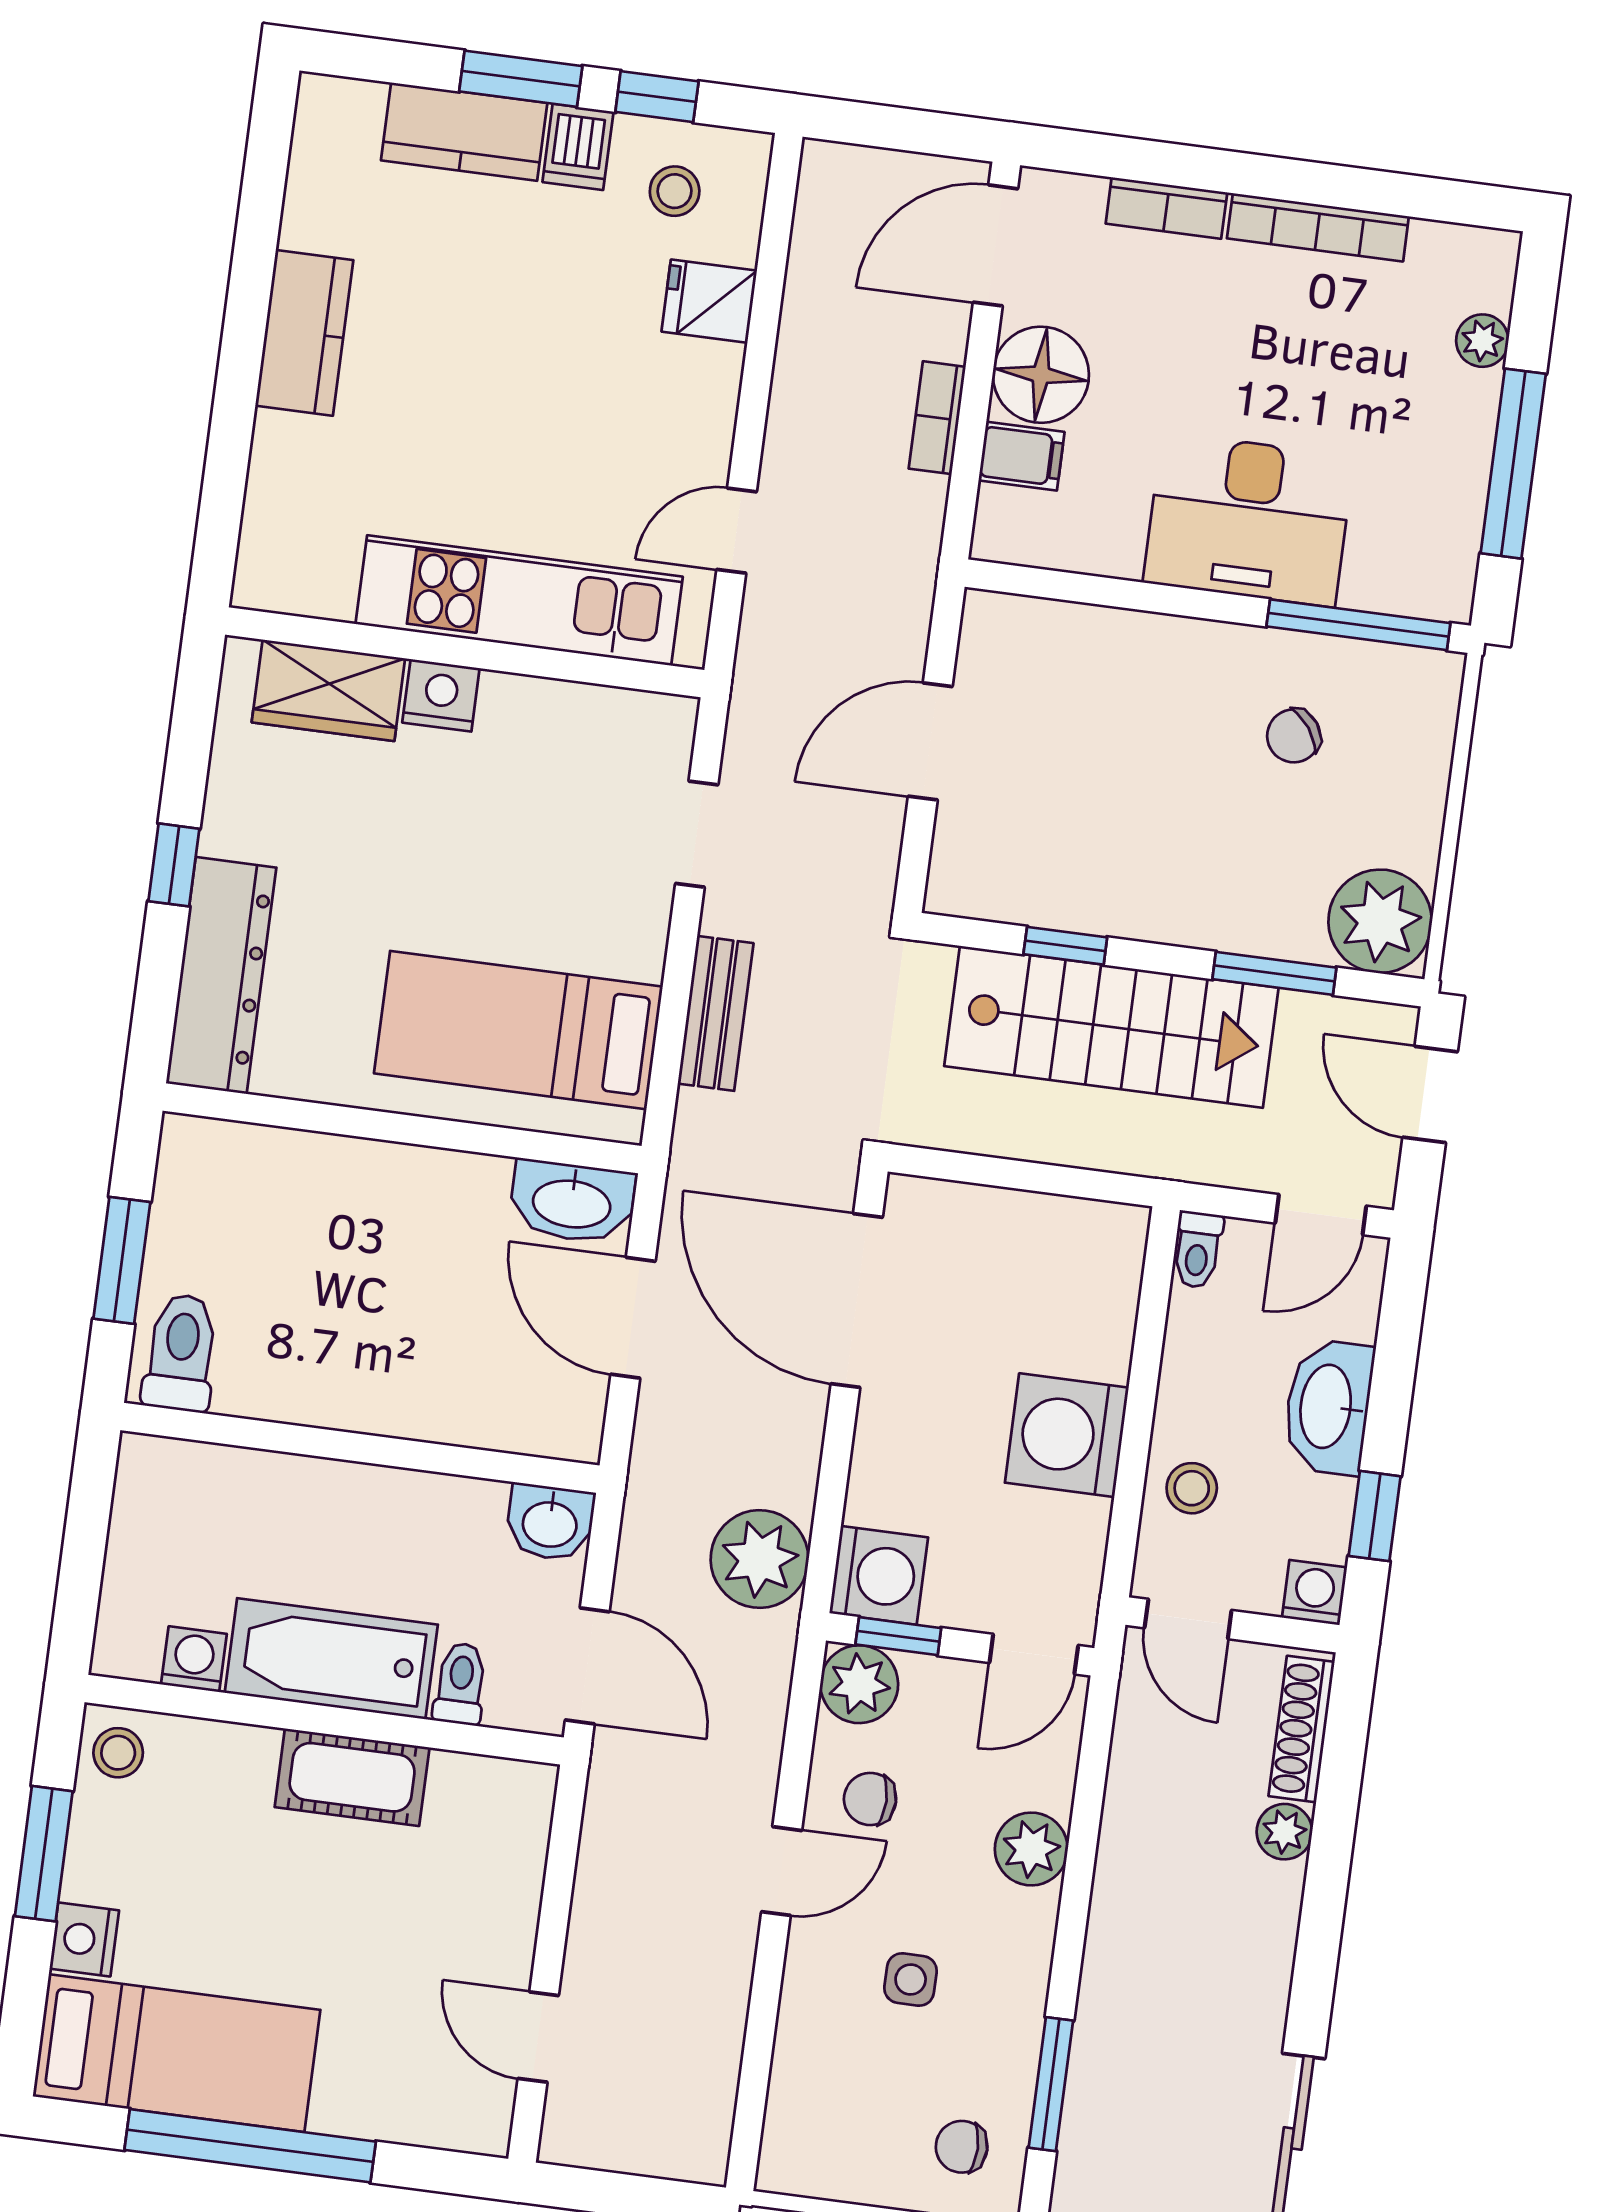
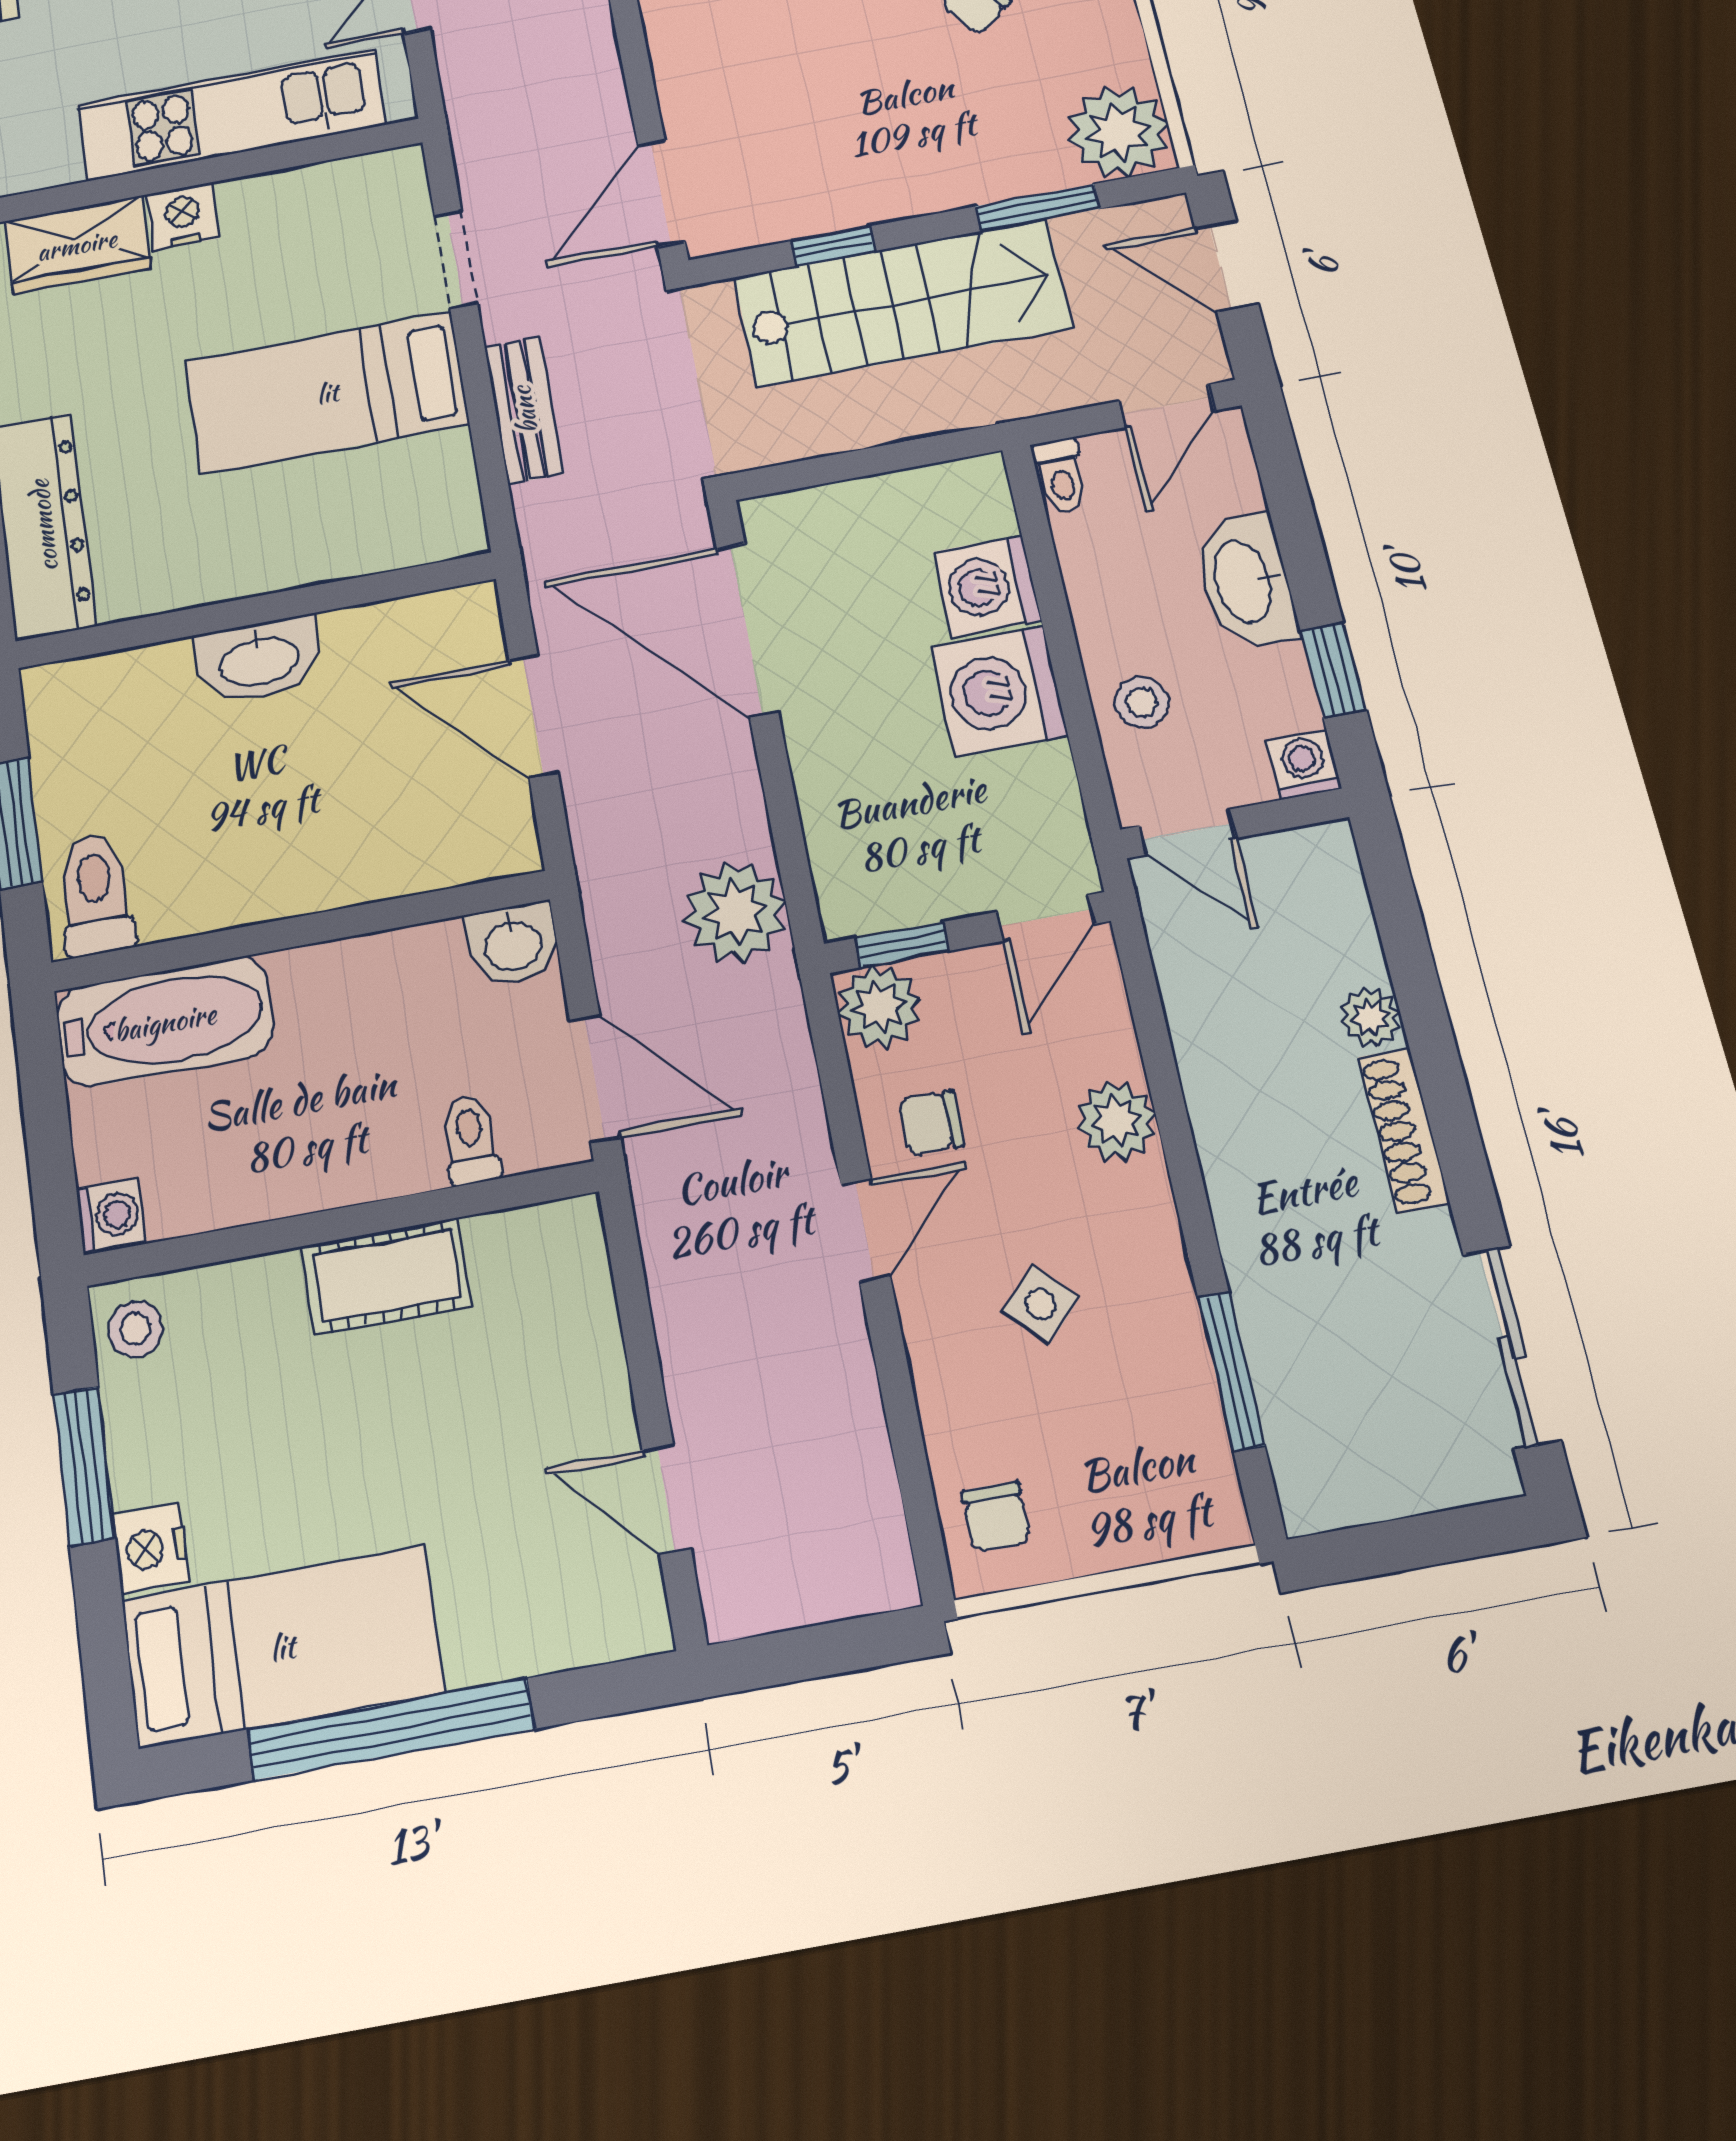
door: (930, 741) -> (661, 193), moved
bed: (518, 1030) -> (327, 393), moved
washbasin: (572, 1202) -> (259, 660), moved
washing machine: (879, 1575) -> (987, 586), moved, turned 180
washing machine: (194, 1659) -> (111, 1215), moved, turned 90
bathtub: (331, 1659) -> (165, 1022), moved, turned 180
shoe rack: (1302, 1729) -> (1404, 1130), moved
side table: (911, 1980) -> (1041, 1304), turned 45
chair: (962, 2147) -> (996, 1516), moved, turned -90

